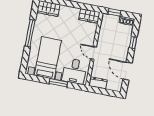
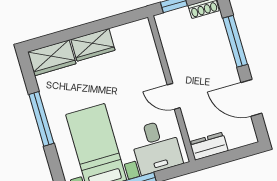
wardrobe: (89, 16) -> (93, 45), moved
window: (133, 42) -> (235, 41), width x2.17

